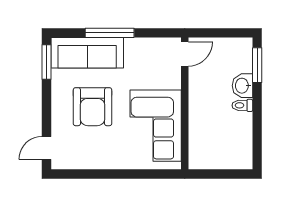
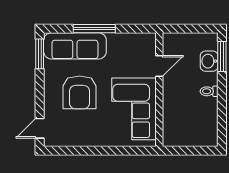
door: (185, 54) -> (159, 66), moved
washbasin: (242, 86) -> (209, 61), moved

